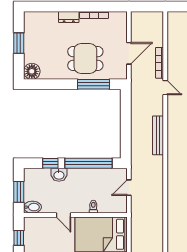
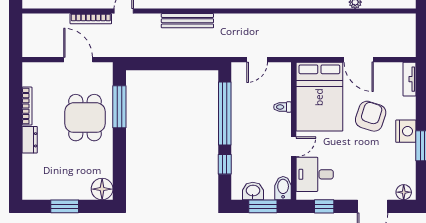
washbasin: (59, 175) -> (253, 191), moved, turned -90
door: (129, 188) -> (257, 60), hinge flipped
desk: (43, 231) -> (315, 174), added

